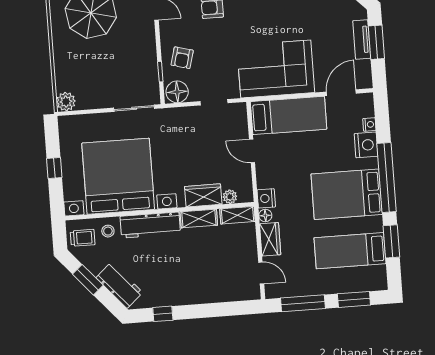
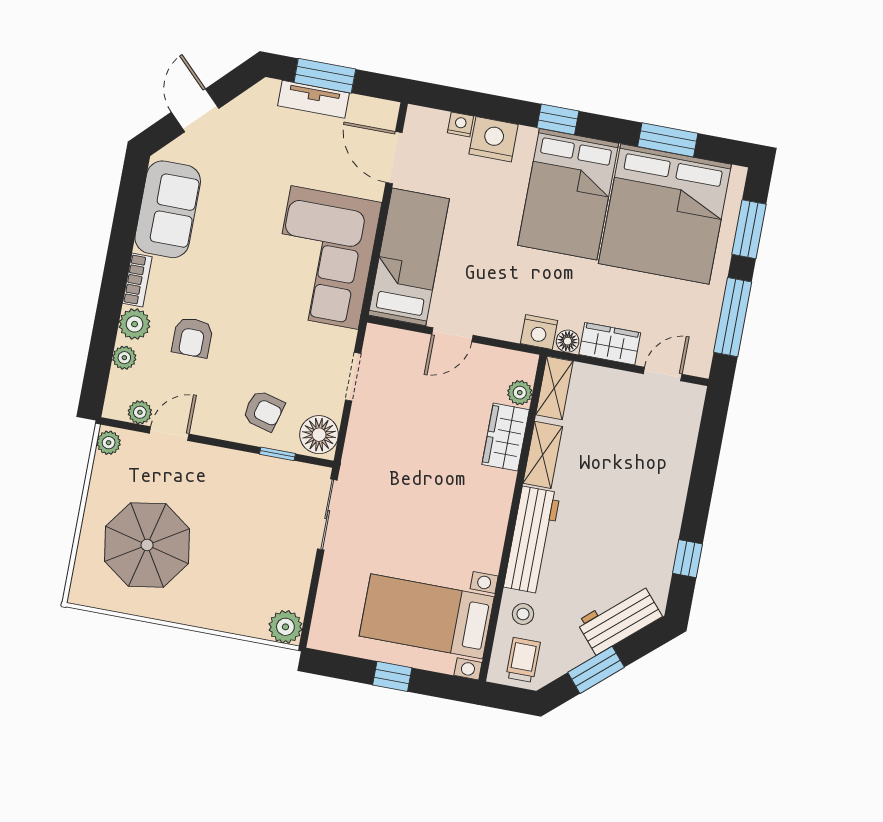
bed with nightstands: (118, 176) -> (427, 616), width x0.54
window: (387, 178) -> (558, 119), width x0.32
bed: (350, 251) -> (665, 214), width x2.04

